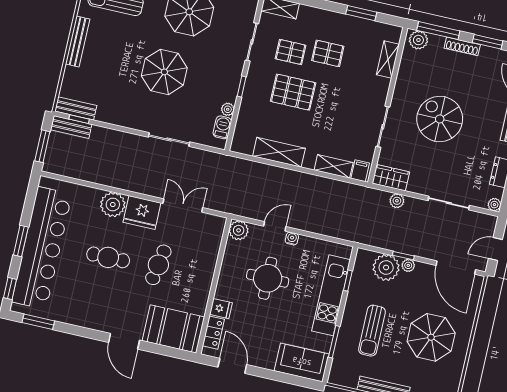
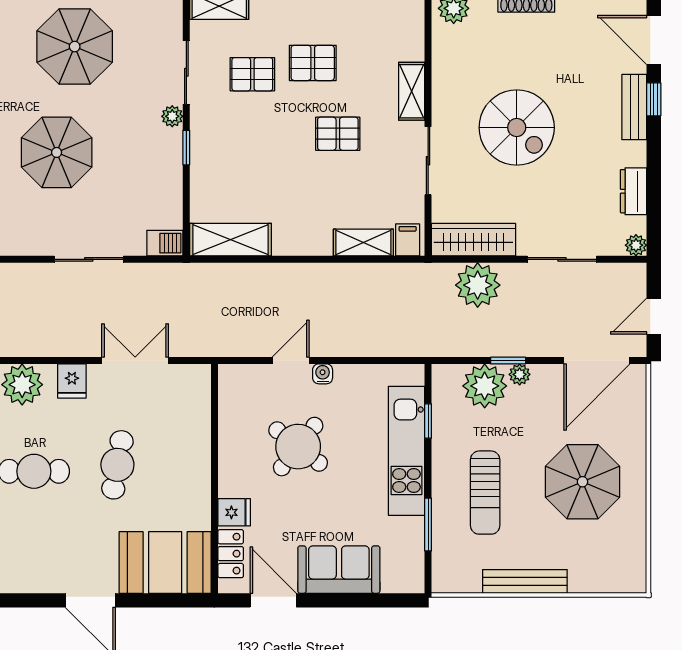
shelving: (388, 60) -> (412, 91), moved
pallet: (293, 92) -> (338, 134), moved, width x0.67, depth x0.71
plant: (228, 109) -> (172, 116), moved
spiral stairs: (440, 119) -> (517, 128), turned 180
barbecue: (222, 127) -> (165, 243), moved, turned 90
shelving: (279, 152) -> (231, 240), moved
wardrobe: (391, 178) -> (473, 240), width x1.50
plant: (397, 201) -> (478, 285), width x1.87, depth x1.87
fridge: (142, 213) -> (72, 381), width x0.53, depth x0.75
plant: (239, 230) -> (234, 380), removed
door: (456, 268) -> (597, 361), hinge flipped
round table: (268, 278) -> (298, 447), turned 38
sofa: (302, 362) -> (339, 570), moved

